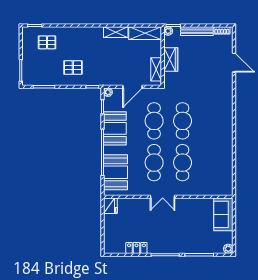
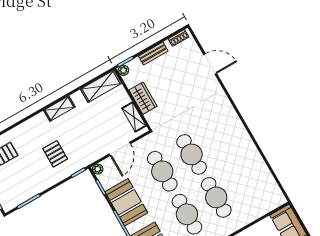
bench: (197, 31) -> (153, 53), width x0.73
shelving: (116, 32) -> (59, 109), moved
pallet: (73, 68) -> (55, 154), moved, turned 90

